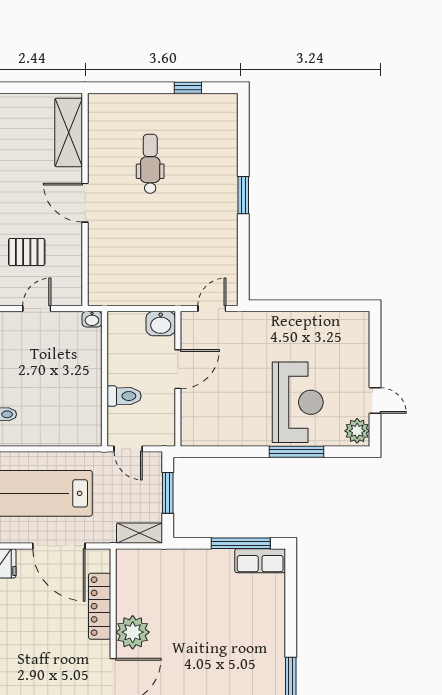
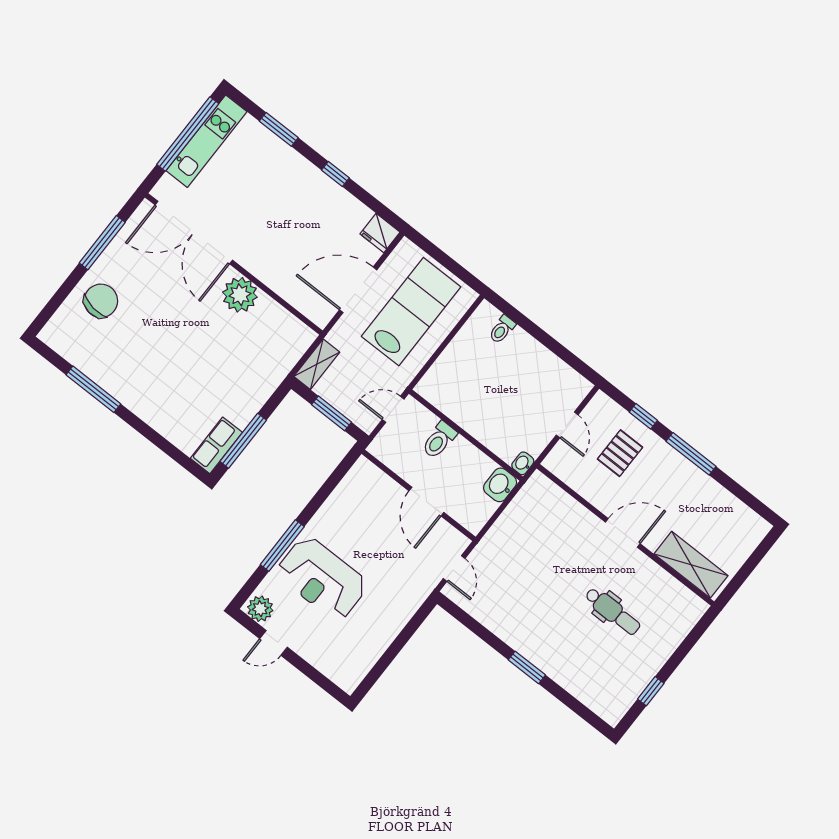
washbasin: (161, 324) -> (500, 485), moved
locker: (100, 606) -> (283, 284), removed

